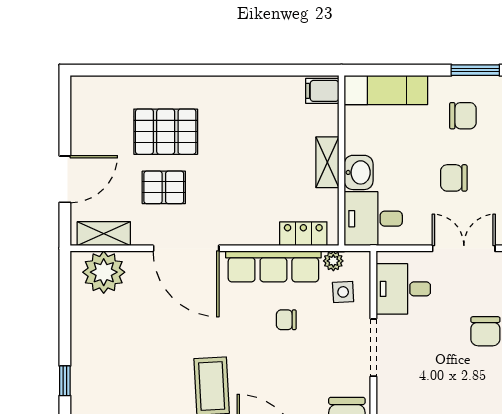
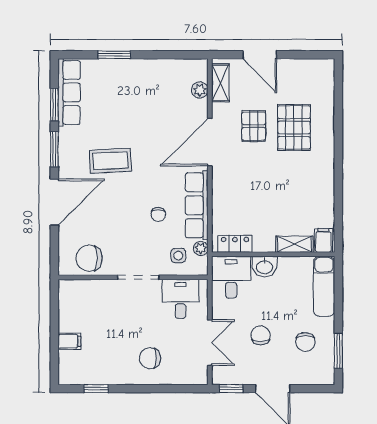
shelving: (327, 162) -> (294, 244), moved
locker: (303, 234) -> (235, 244), moved, turned -90
plant: (104, 272) -> (200, 90), width x0.53, depth x0.53
chair: (286, 320) -> (158, 214), turned 180
window: (65, 381) -> (114, 55), width x1.50

